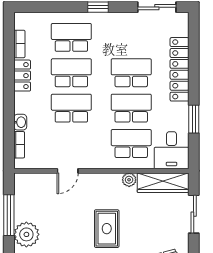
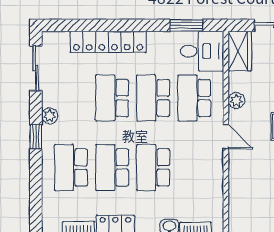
plant: (116, 19) -> (50, 116), added
window: (194, 119) -> (186, 25), moved
door: (68, 171) -> (226, 137), moved
wardrobe: (163, 183) -> (240, 51), width x0.67

